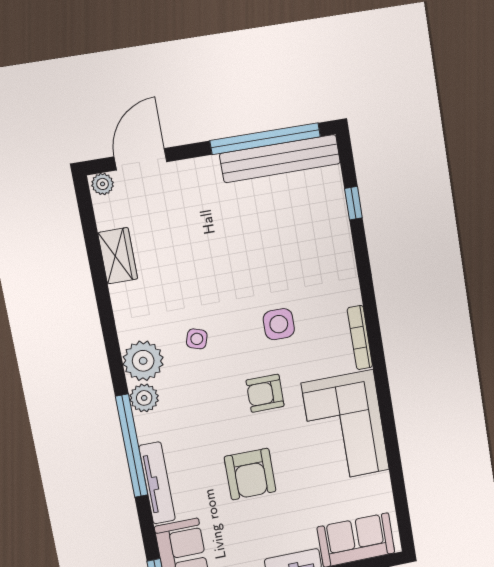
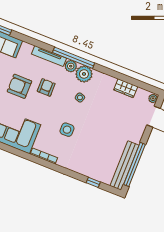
armchair: (265, 393) -> (46, 87), moved
window: (132, 446) -> (74, 58), moved
tv unit: (157, 483) -> (49, 56), moved

